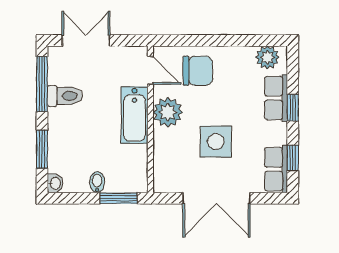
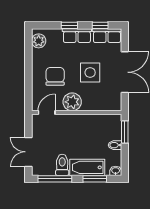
chair: (198, 71) -> (55, 76), moved
row of seats: (276, 98) -> (77, 36), moved
bathtub: (134, 115) -> (87, 167), moved, turned 180

